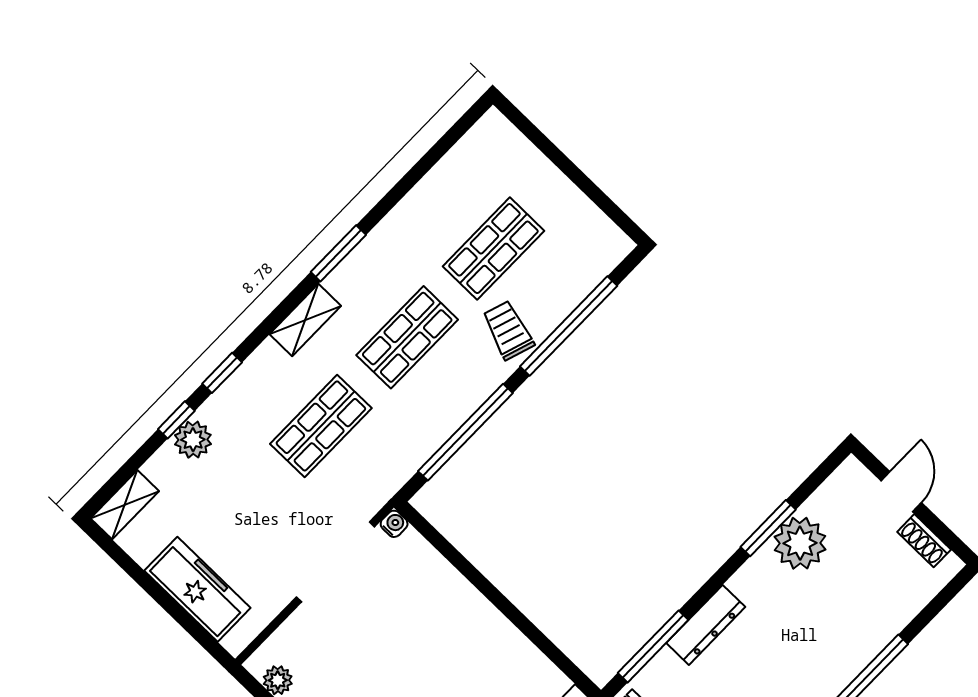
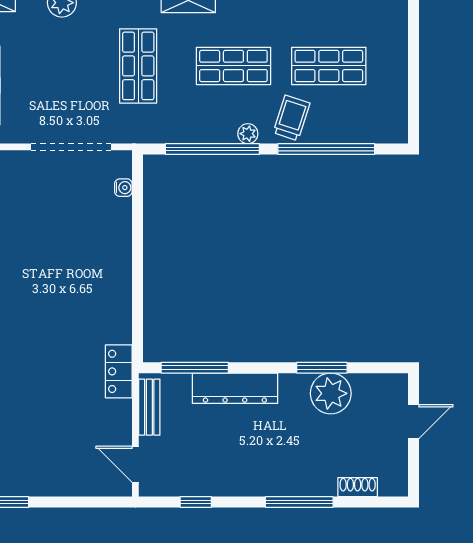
plant: (483, 385) -> (248, 134), added
shop shelf: (321, 426) -> (138, 66), turned 90
water cooler: (394, 524) -> (123, 188), moved
shoe rack: (924, 541) -> (358, 487), moved, turned 90
dresser: (706, 625) -> (235, 388), width x1.37, depth x1.24

